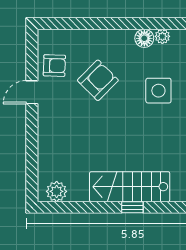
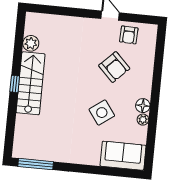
side table: (158, 91) -> (102, 113), turned -36
plant: (57, 191) -> (31, 43), moved

